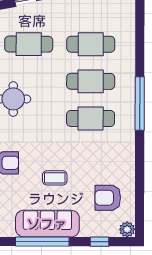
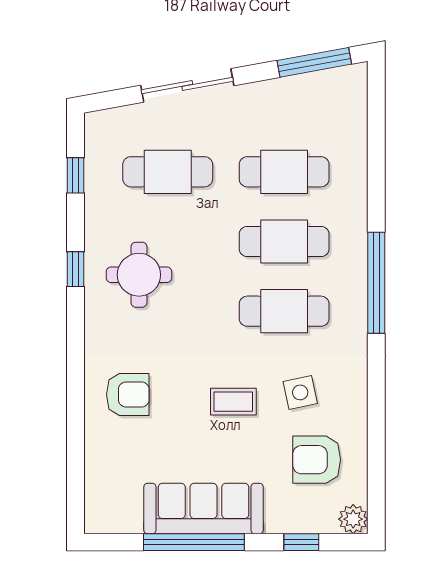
side table: (99, 162) -> (300, 392), added
coffee table: (55, 178) -> (233, 402), moved

